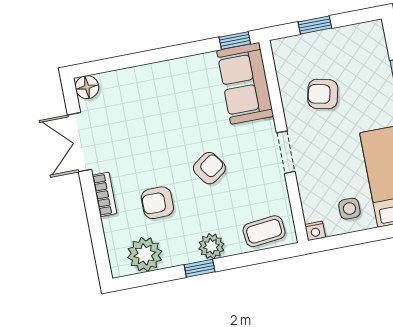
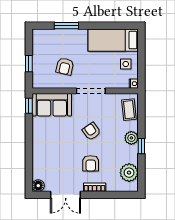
doorway: (286, 152) -> (91, 91), width x1.38
armchair: (157, 203) -> (91, 163), moved

